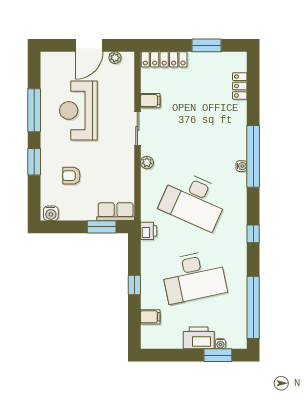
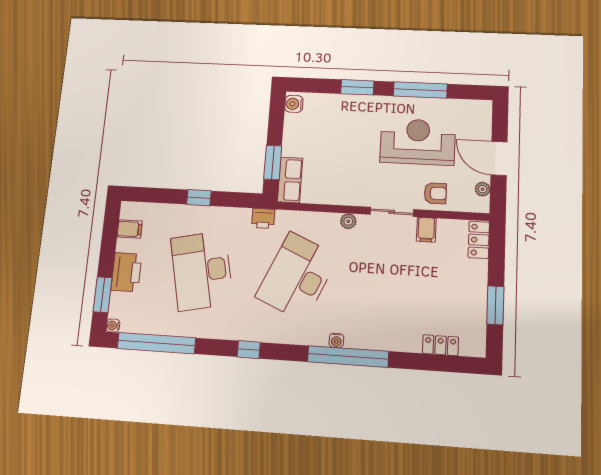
locker: (164, 59) -> (479, 240), width x0.66
armchair: (71, 176) -> (435, 193), moved, turned 90
filing cabinet: (150, 317) -> (130, 229), moved, turned -90
water cooler: (220, 344) -> (113, 326), moved

